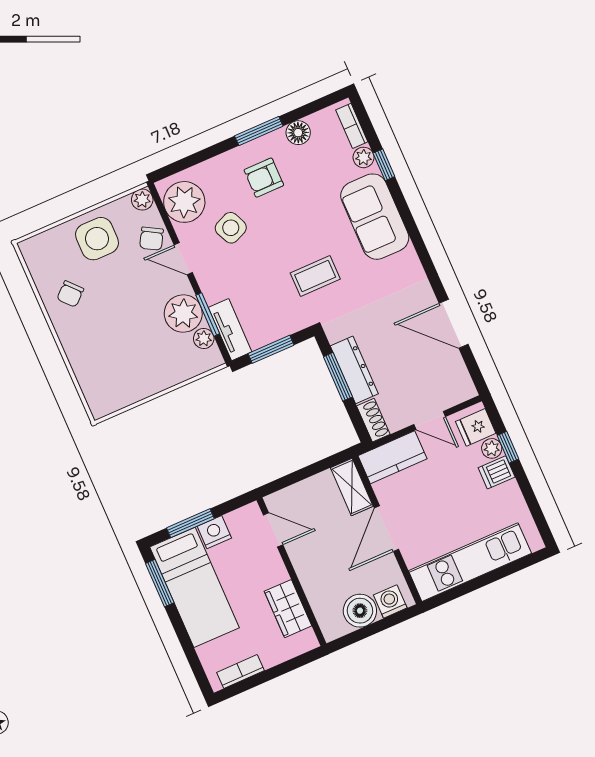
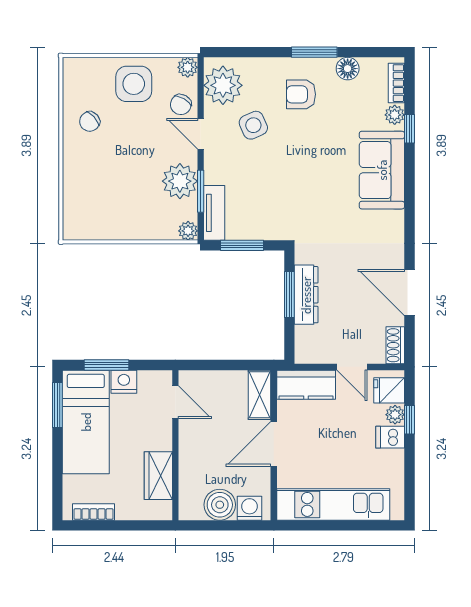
coffee table: (315, 276) -> (308, 199), removed
plant: (204, 339) -> (188, 231), moved
shoe rack: (373, 420) -> (395, 345), moved, turned 180

